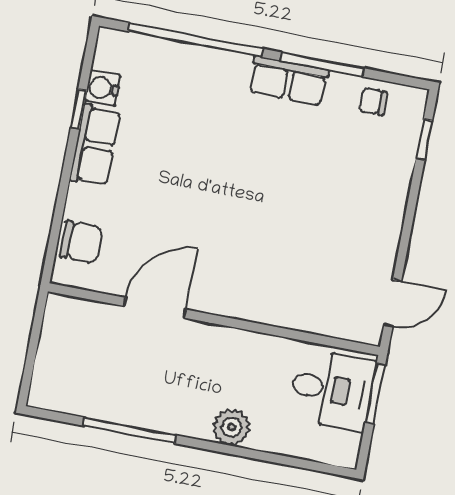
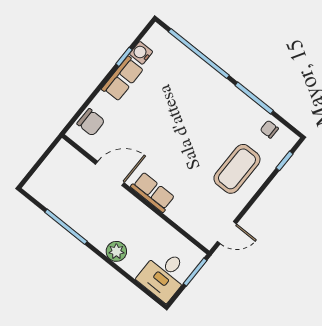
row of seats: (289, 81) -> (153, 192), moved, turned 180
coffee table: (355, 193) -> (237, 169), added
desk: (332, 390) -> (164, 275), moved, turned 90

